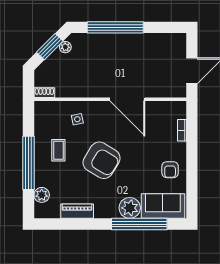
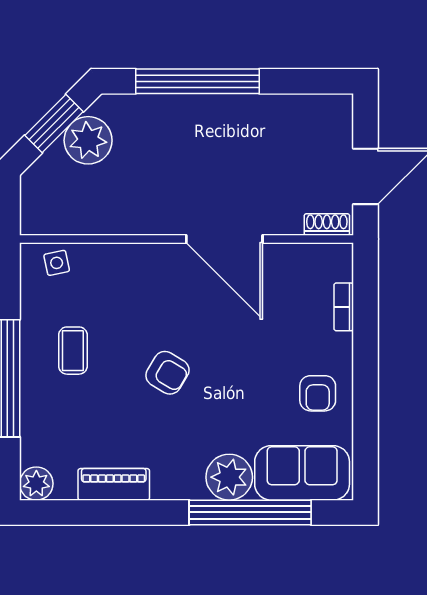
plant: (65, 47) -> (88, 140), width x1.87, depth x1.87
shoe rack: (44, 93) -> (327, 224), moved
side table: (77, 119) -> (57, 263), moved
armchair: (102, 160) -> (167, 373), width x0.53, depth x0.53
plant: (42, 195) -> (36, 484), moved

